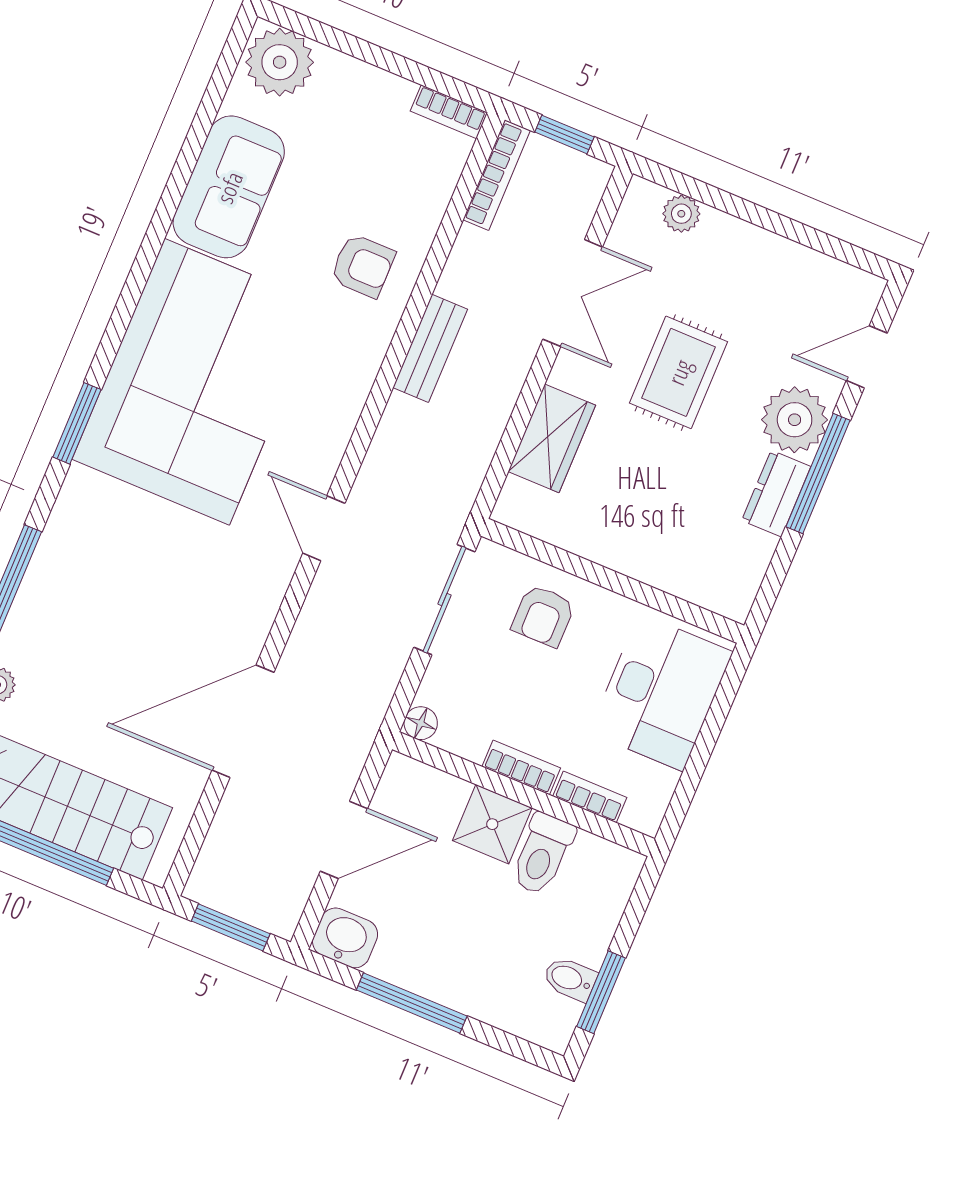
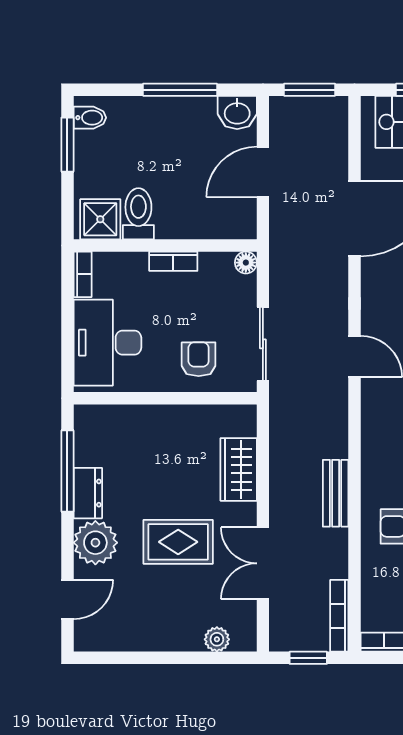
rug: (679, 372) -> (178, 542), turned 90
window: (818, 473) -> (67, 471), moved
bookcase: (590, 797) -> (83, 274), moved, turned -90
shower: (492, 824) -> (100, 219), moved
bidet: (570, 979) -> (90, 118), moved

